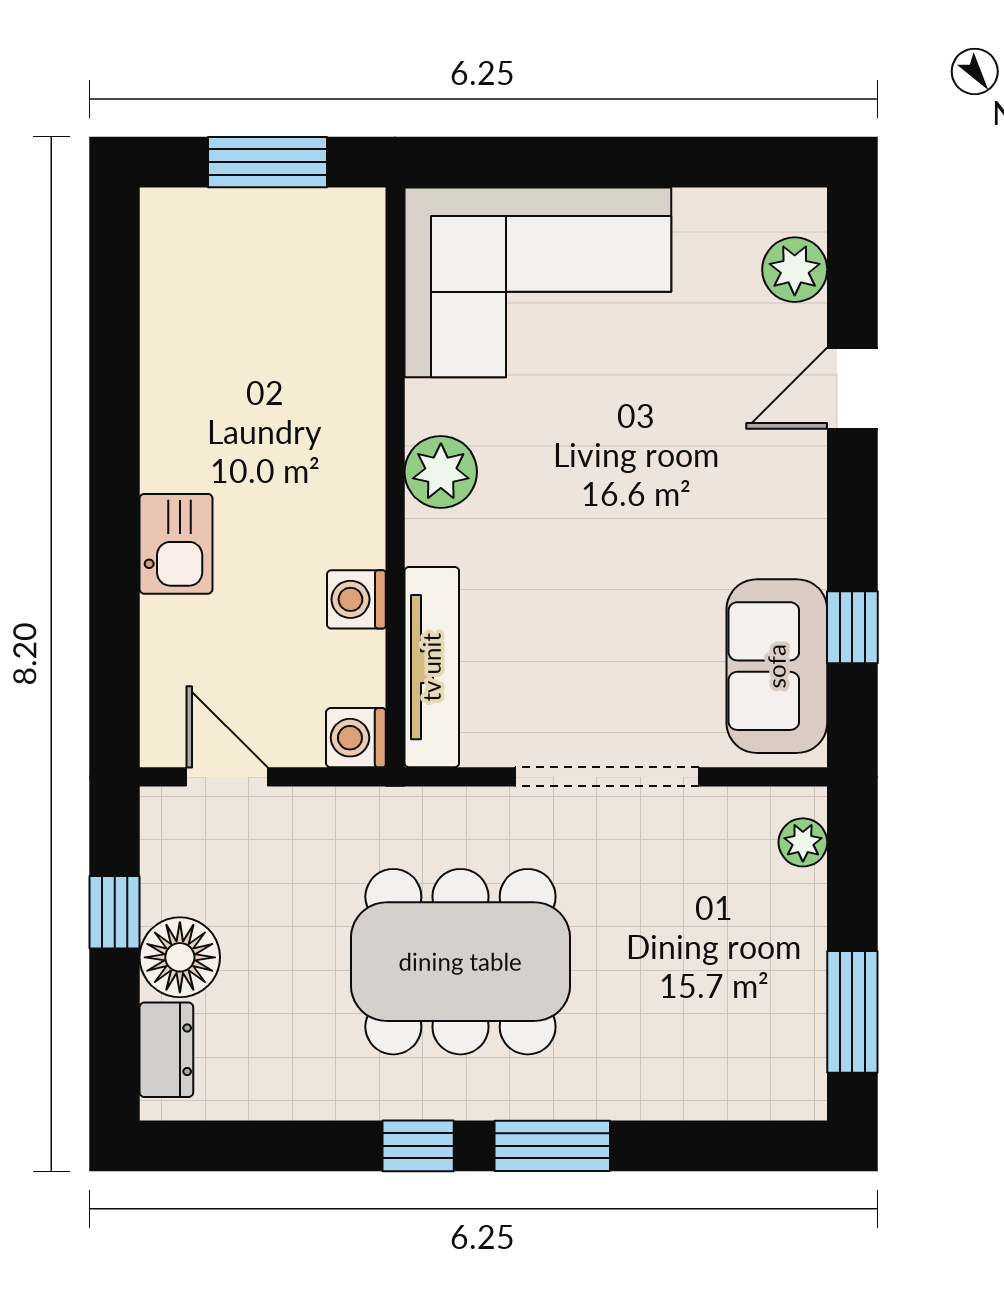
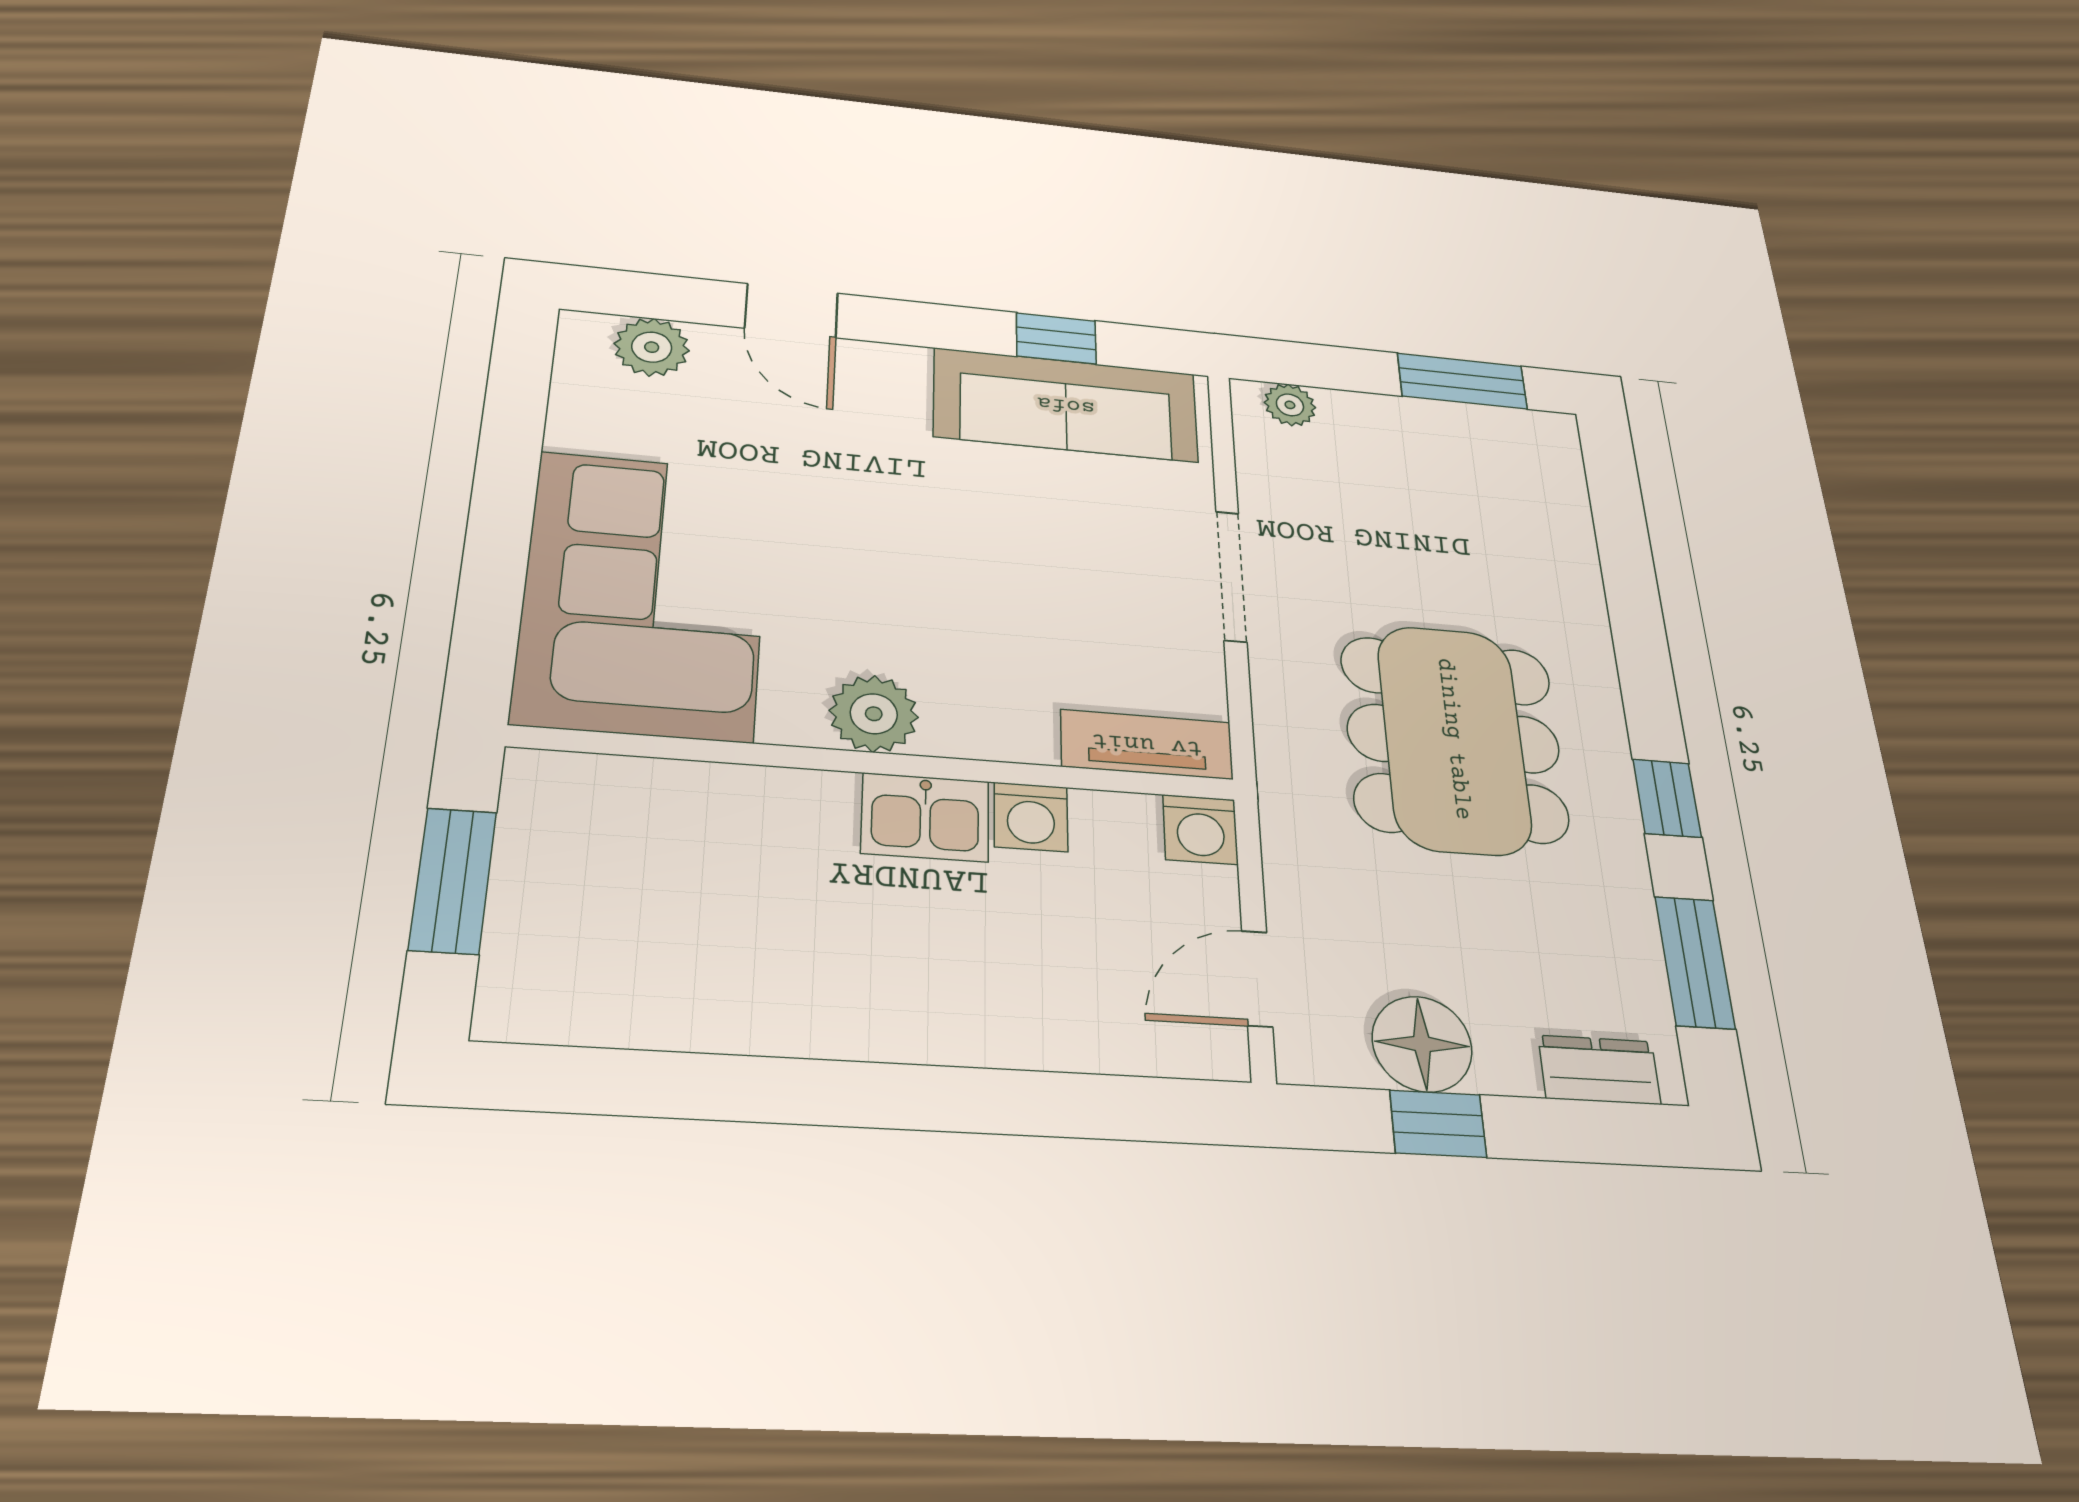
kitchen sink: (176, 544) -> (925, 817), moved, turned 180
sofa: (777, 666) -> (1066, 405), width x1.36
tv unit: (432, 667) -> (1147, 744), width x0.71
doorway: (607, 777) -> (1231, 576), width x0.73
floor lamp: (180, 957) -> (1422, 1044), moved
window: (552, 1146) -> (1695, 962), moved

